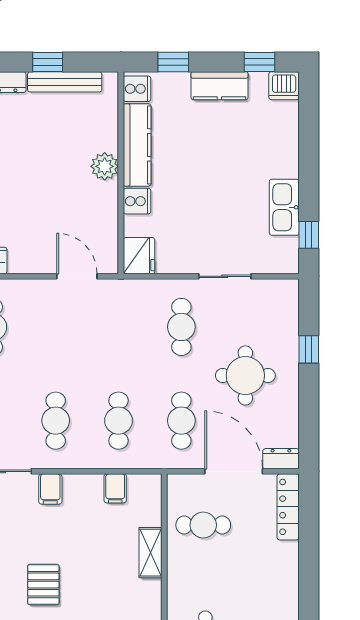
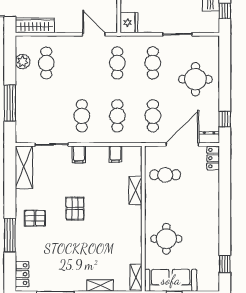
cafe table: (118, 327) -> (117, 63), added
window: (309, 349) -> (225, 119), moved
round table: (245, 375) -> (195, 79), moved
door: (234, 471) -> (182, 144), hinge flipped
locker: (288, 507) -> (213, 158), width x0.66

